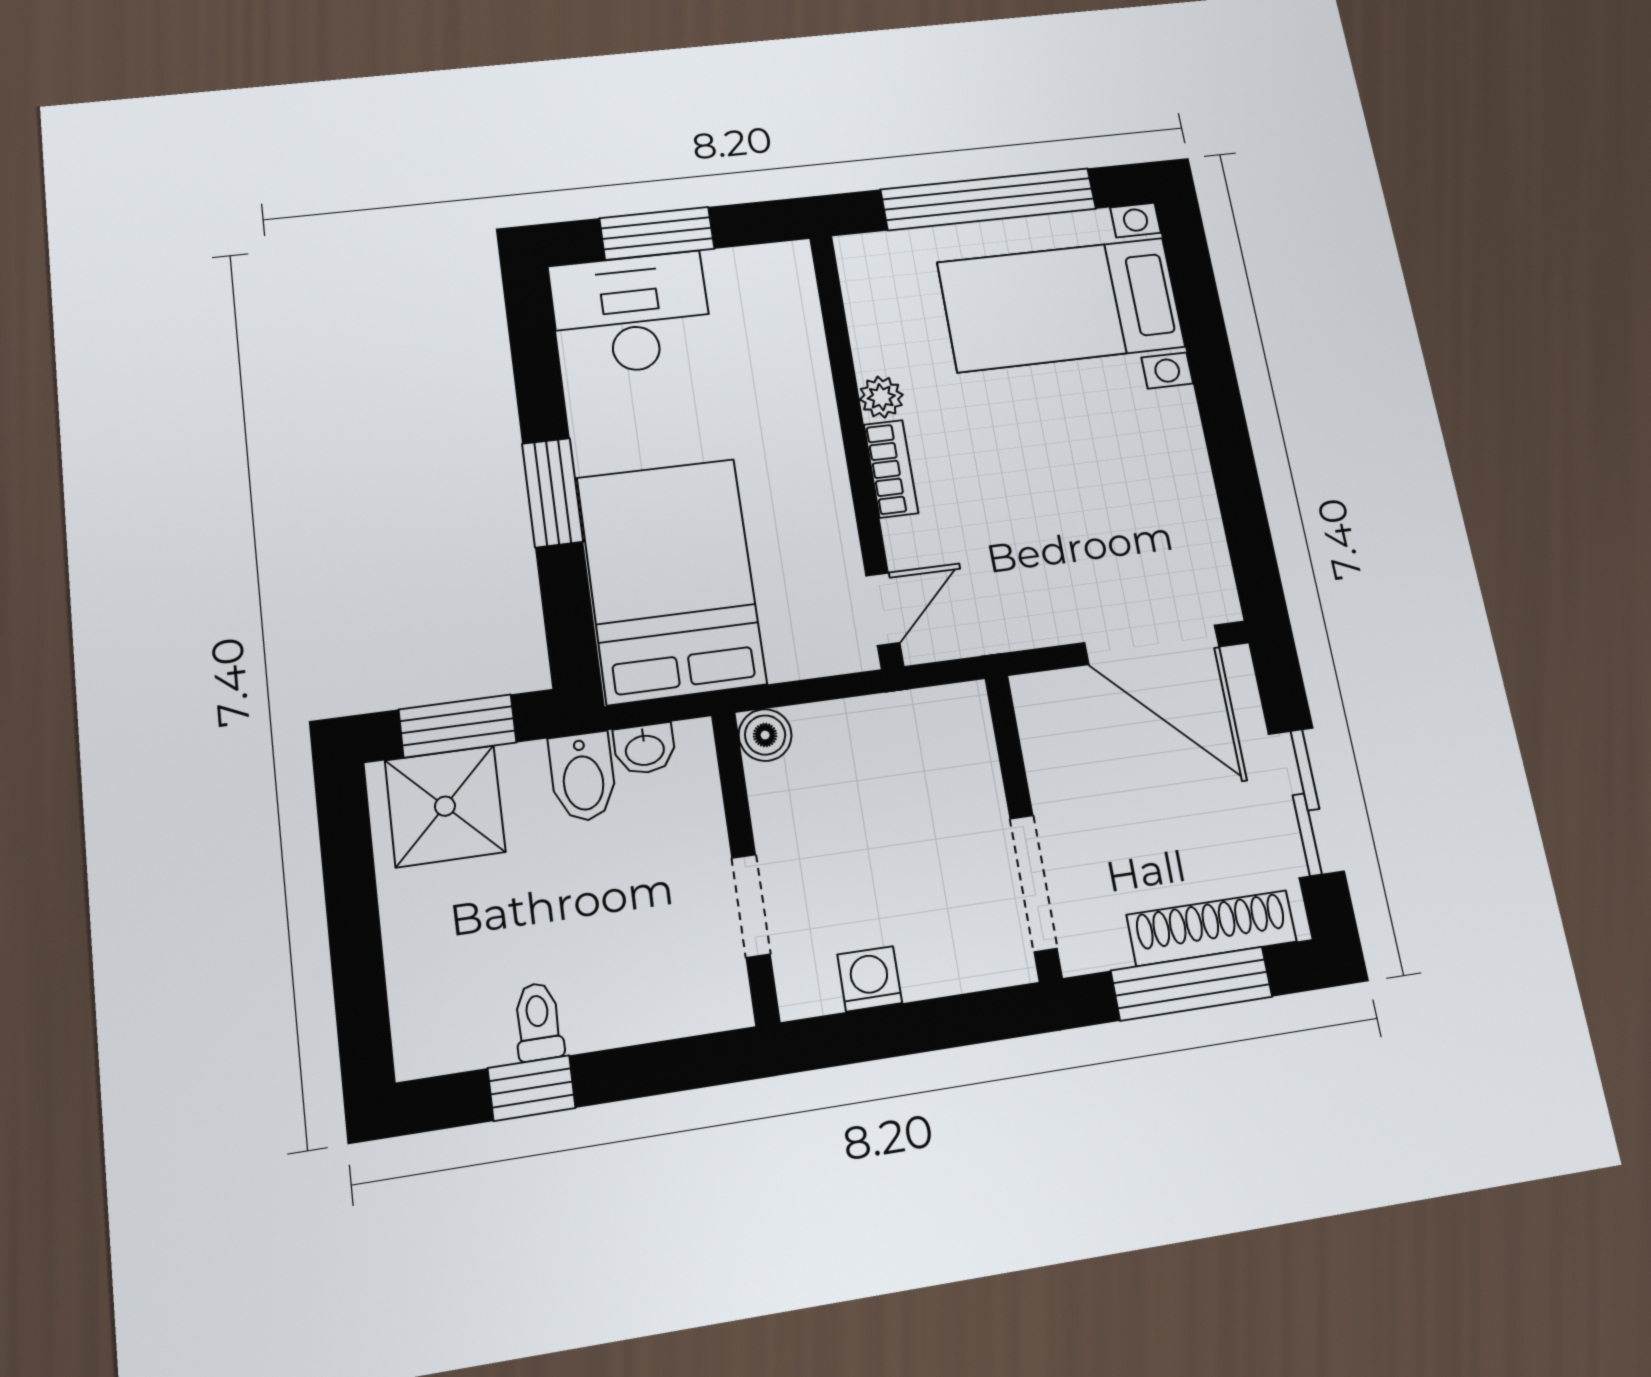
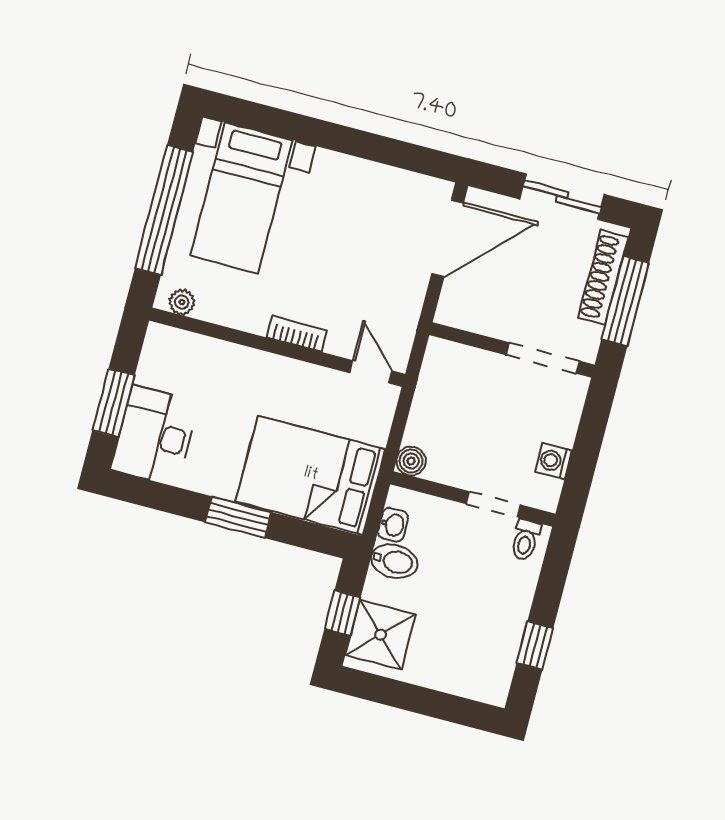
plant: (881, 397) -> (182, 302), moved
window: (457, 726) -> (342, 613), width x0.67
toilet: (538, 1022) -> (525, 540), moved, turned -90

